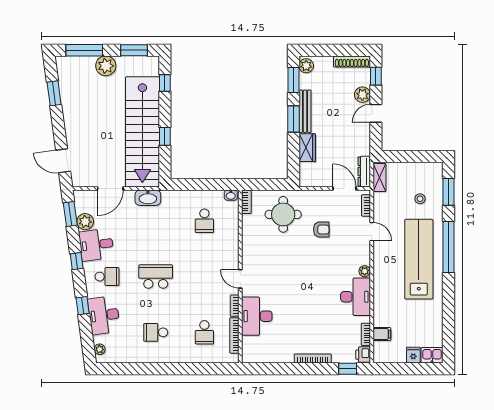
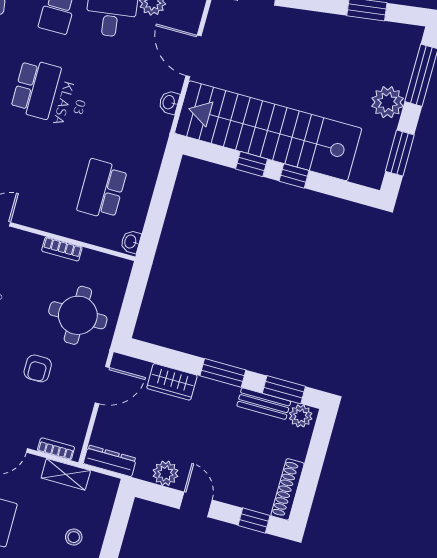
window: (165, 83) -> (294, 176), moved
plant: (362, 95) -> (165, 473), moved
bench: (305, 111) -> (264, 404), moved, width x0.73
shelving: (379, 178) -> (66, 474), moved
door: (345, 189) -> (102, 385), moved
washbasin: (148, 198) -> (169, 102), width x0.52, depth x0.69
stool: (420, 199) -> (74, 537), moved
bookcase: (246, 202) -> (62, 249), moved
school desk: (204, 221) -> (102, 189), width x1.85

